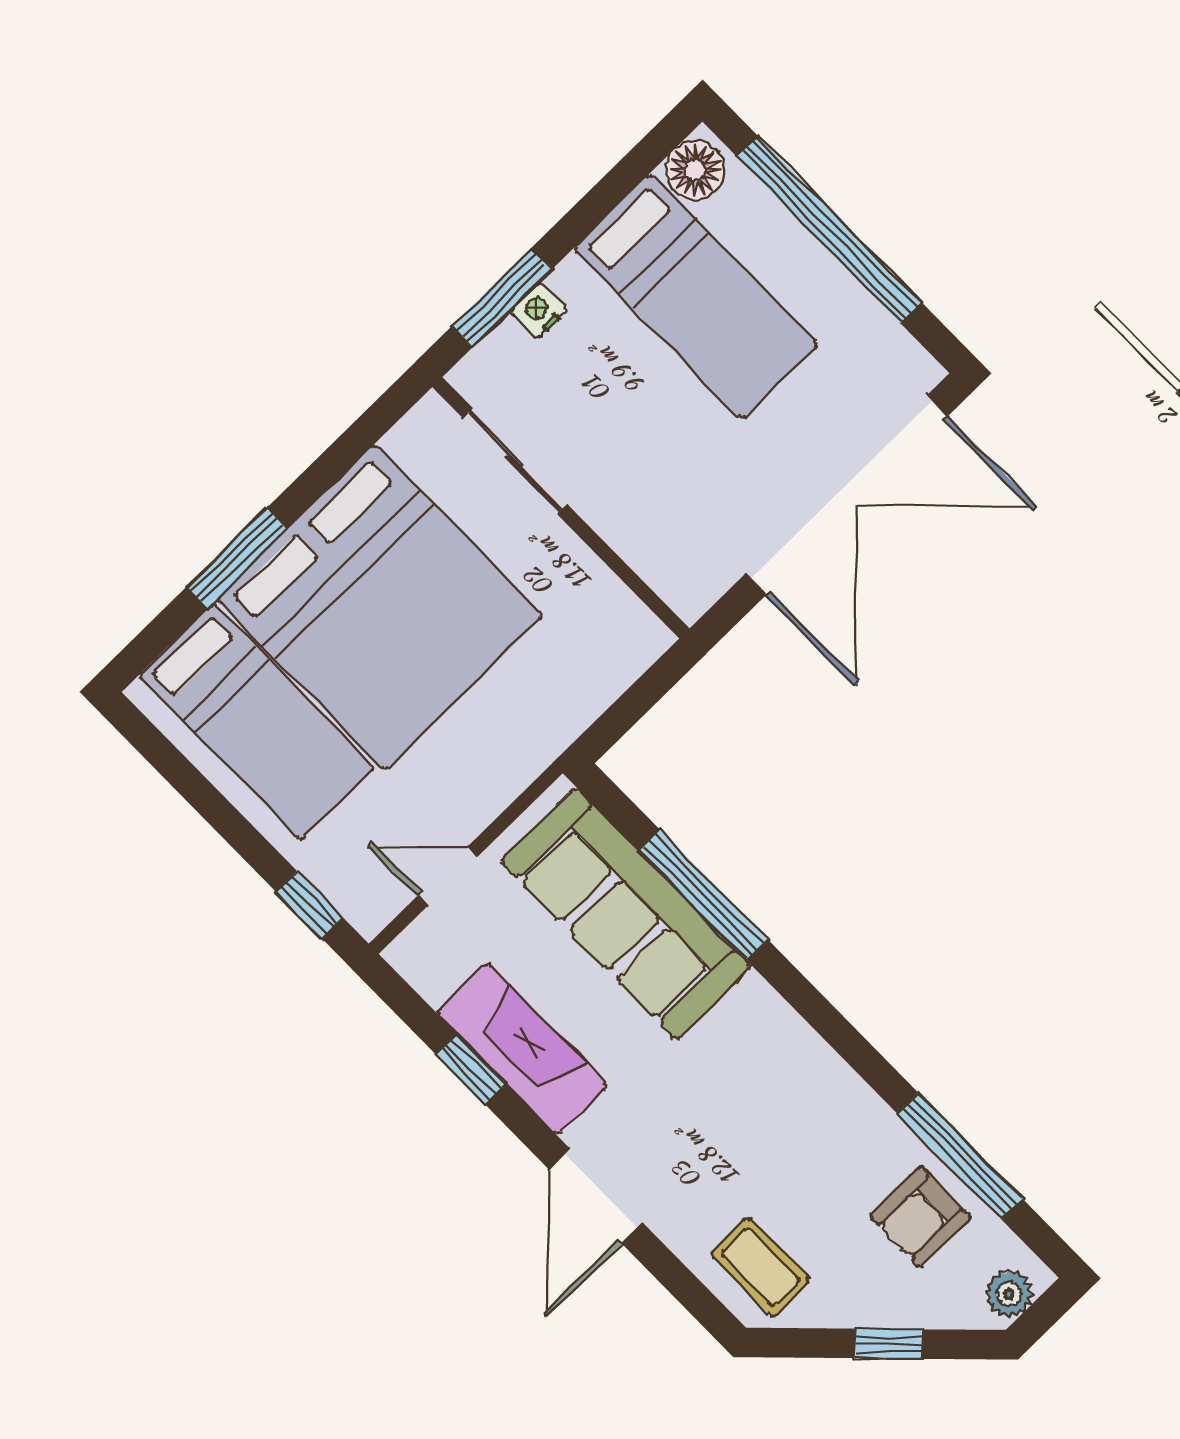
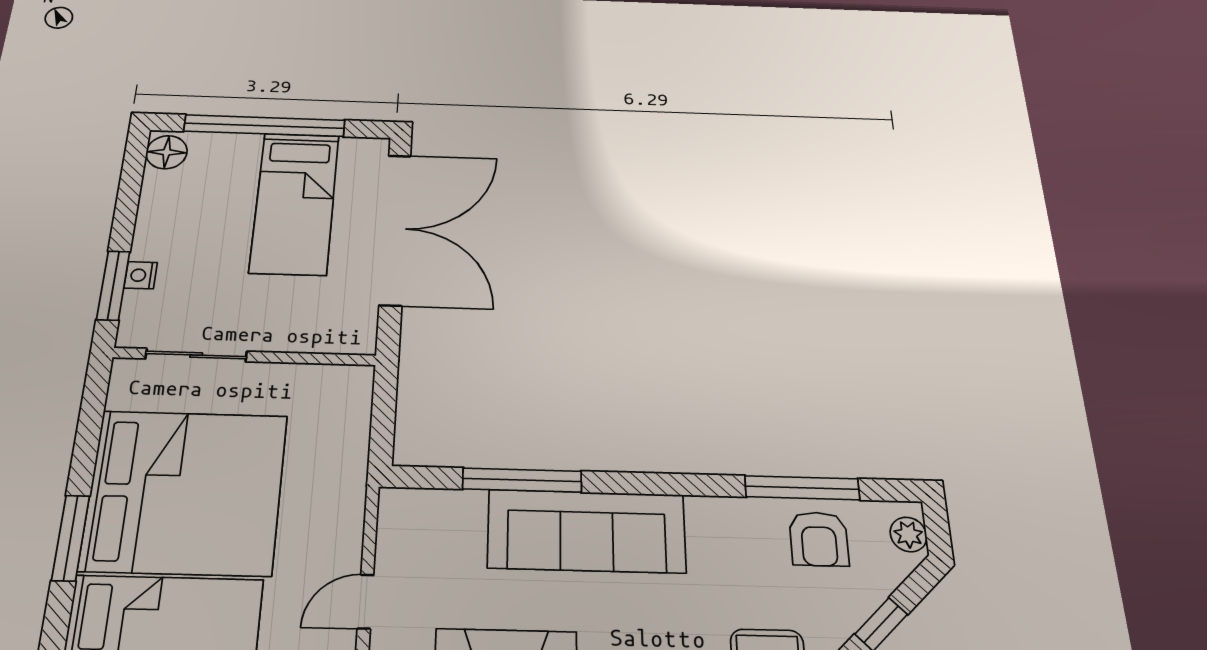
bed: (696, 296) -> (295, 203), moved, turned 90
sofa: (626, 914) -> (587, 531), moved

